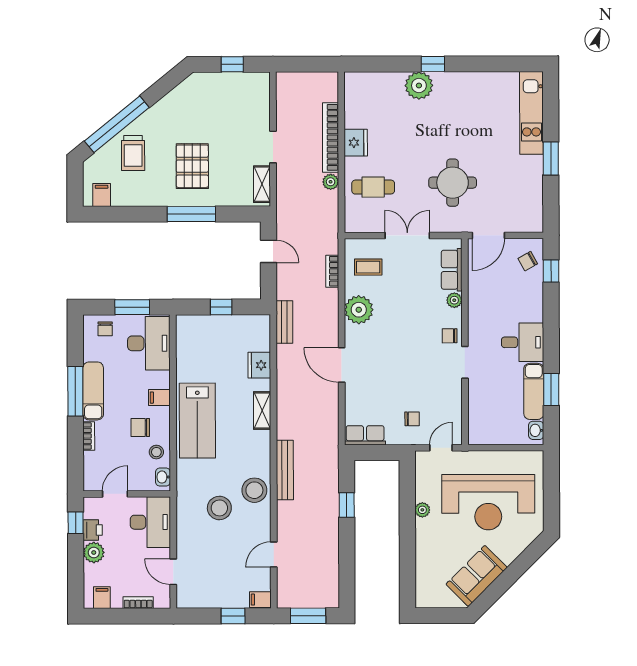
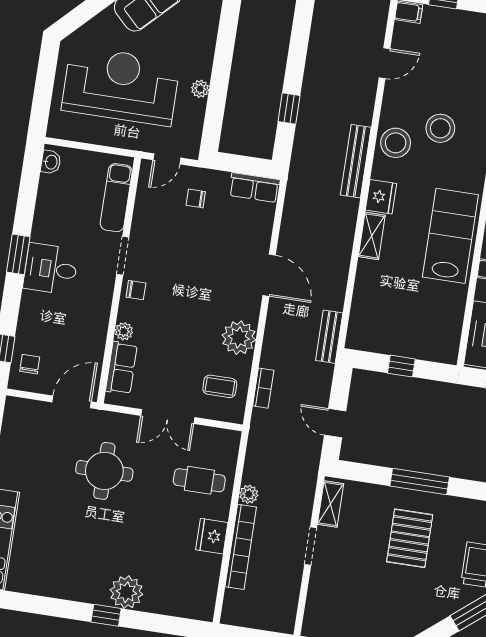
chair: (528, 261) -> (30, 364), turned -61
fridge: (259, 365) -> (381, 197), moved
window: (551, 389) -> (18, 254), moved
exam couch: (534, 391) -> (116, 198), moved, turned 180

